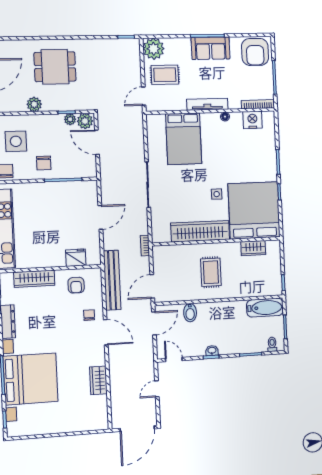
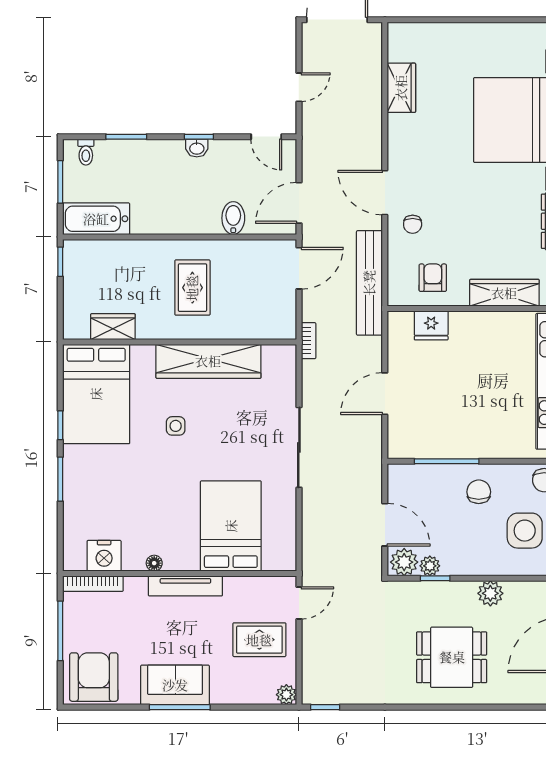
plant: (154, 49) -> (286, 695), width x0.53, depth x0.53
bed: (254, 210) -> (96, 394), width x0.73
wardrobe: (98, 380) -> (401, 88), moved

